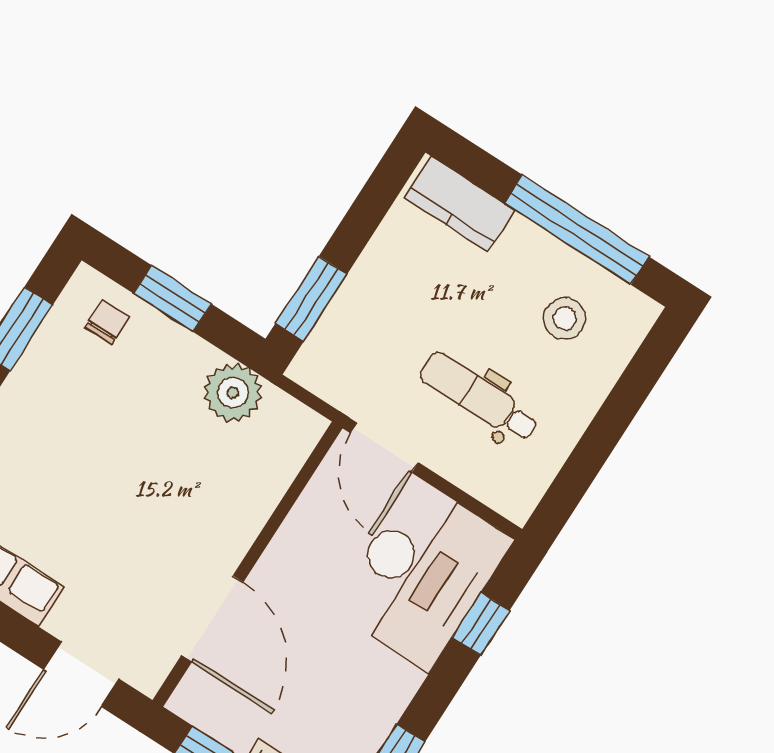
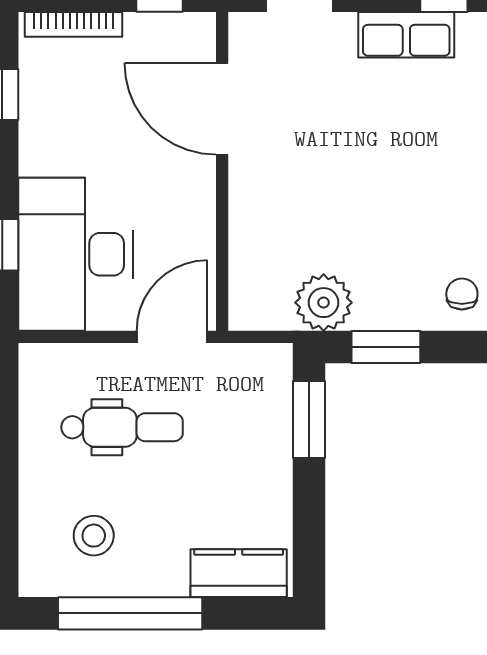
window: (172, 299) -> (386, 347), moved
chair: (107, 322) -> (462, 294), turned 180
door: (384, 448) -> (172, 337), hinge flipped

